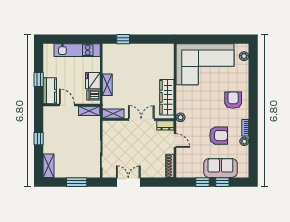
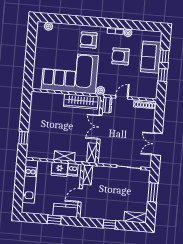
corner sofa: (205, 64) -> (70, 73), moved, turned -90
armchair: (219, 136) -> (121, 56), turned -90

